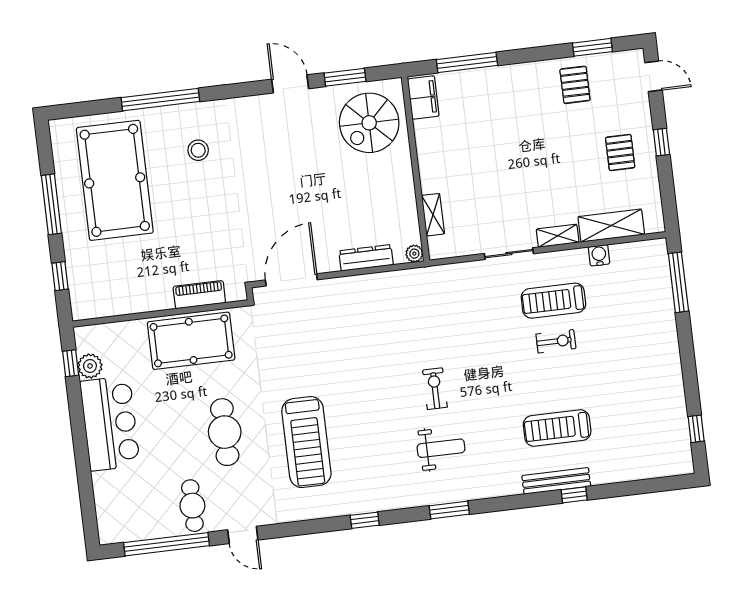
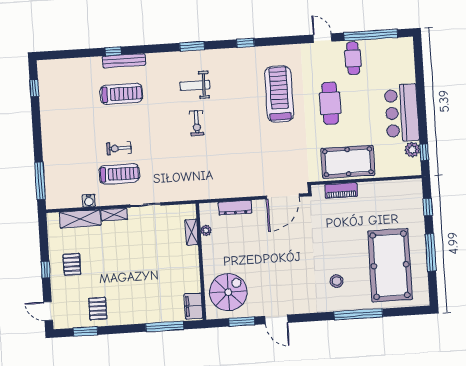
plant: (414, 254) -> (206, 230), moved

